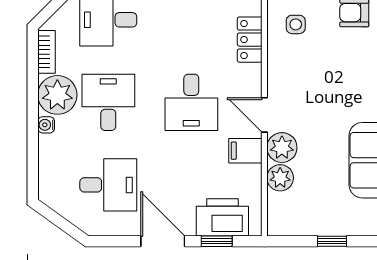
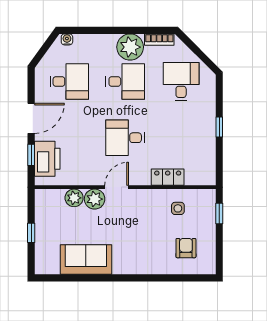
water cooler: (46, 125) -> (67, 39), moved
filing cabinet: (245, 151) -> (92, 174), removed
desk: (108, 185) -> (69, 81), turned -90

